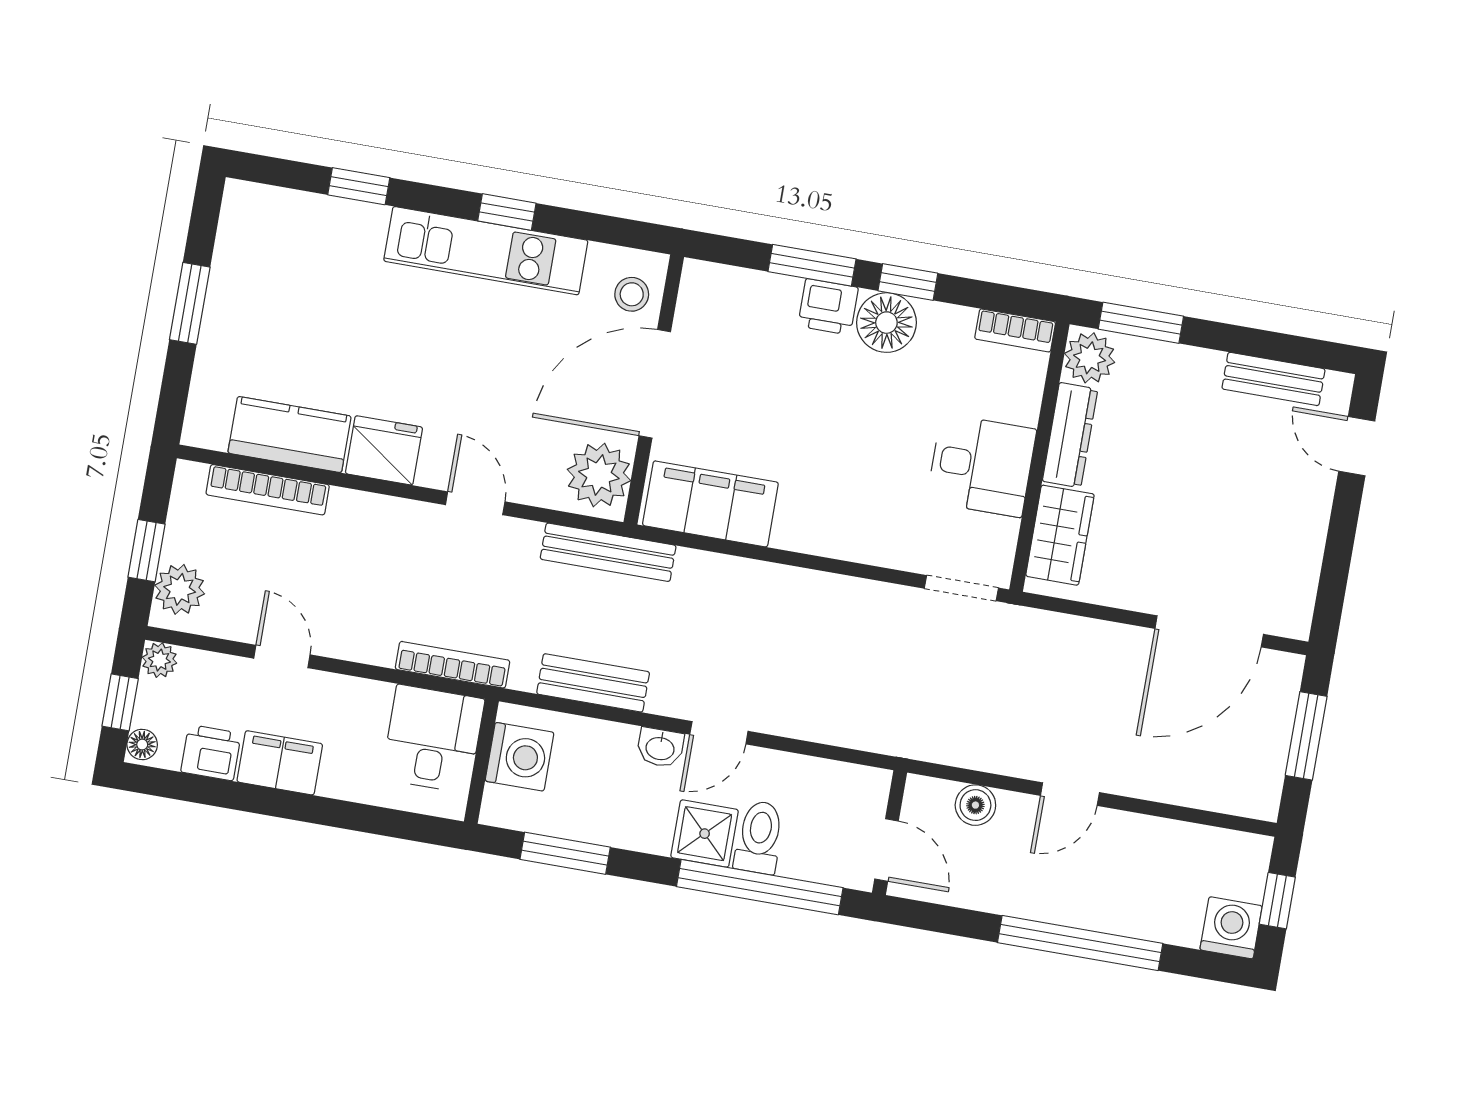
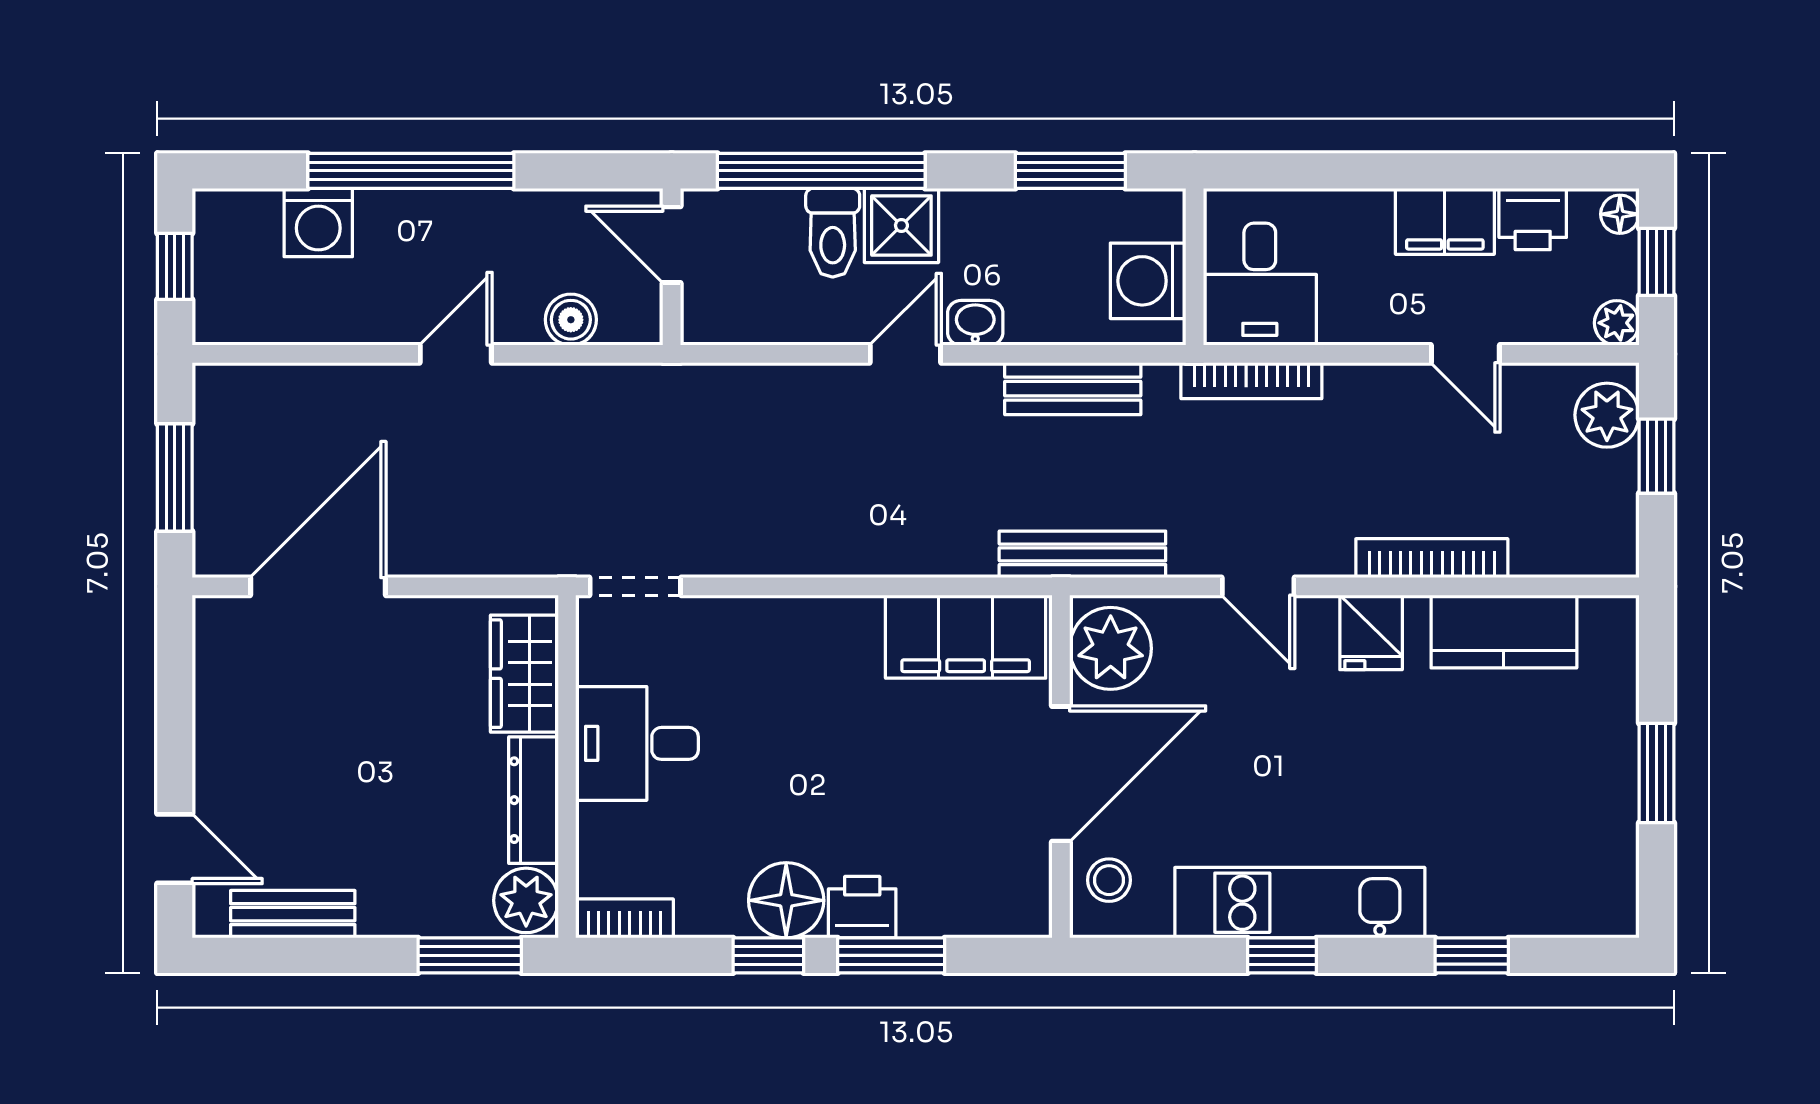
fridge: (384, 450) -> (1371, 632), width x0.72
bookcase: (268, 490) -> (1432, 558), moved
washing machine: (1231, 928) -> (318, 223), moved

